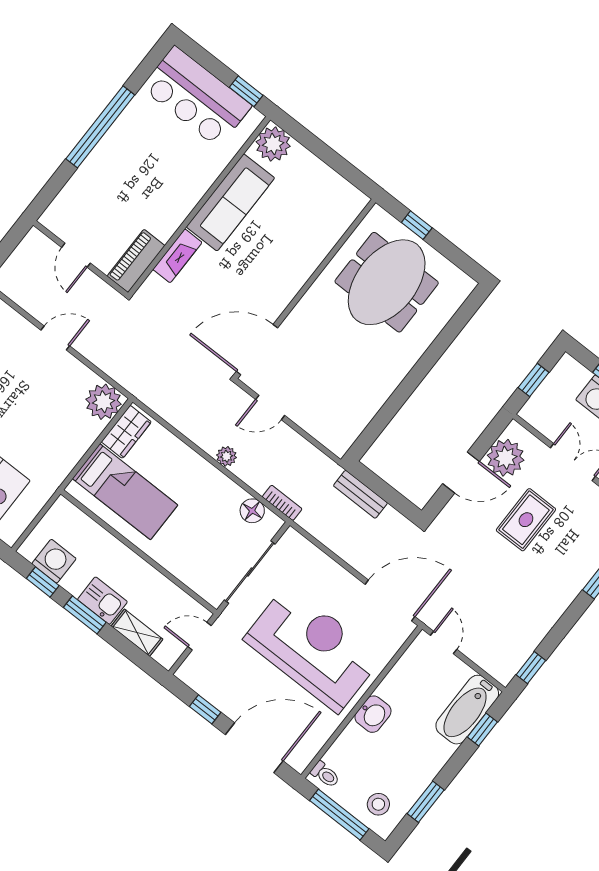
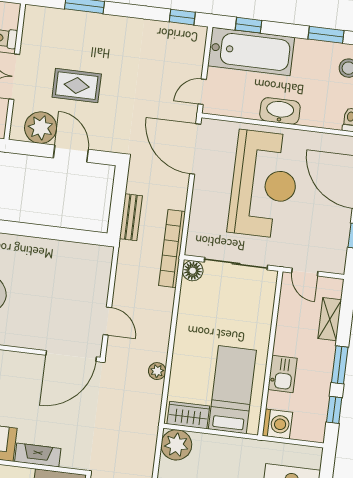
door: (257, 350) -> (71, 356), hinge flipped
plant: (227, 456) -> (157, 371), moved
bookcase: (282, 503) -> (172, 249), width x2.31, depth x1.31
floor lamp: (252, 511) -> (193, 271), moved
washing machine: (54, 561) -> (277, 424), moved, turned 180
kitchen sink: (102, 601) -> (283, 374), moved, turned 180
reception desk: (313, 648) -> (264, 184), turned 180
bathtub: (467, 710) -> (251, 51), width x1.36, depth x1.36
washbasin: (373, 714) -> (280, 111), width x1.38

